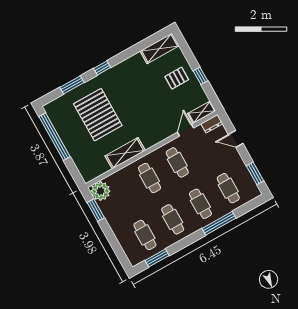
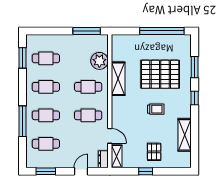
shelving: (160, 48) -> (185, 135), moved
trolley: (134, 100) -> (156, 109), added
plant: (100, 191) -> (99, 61), moved
window: (96, 210) -> (87, 31), width x1.44

